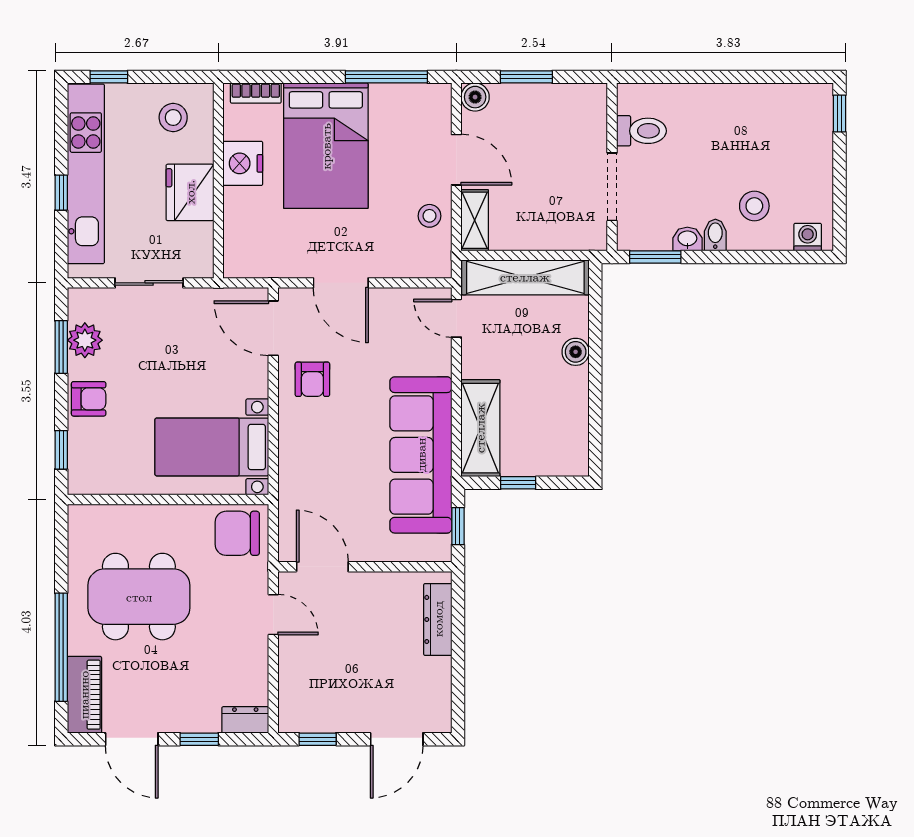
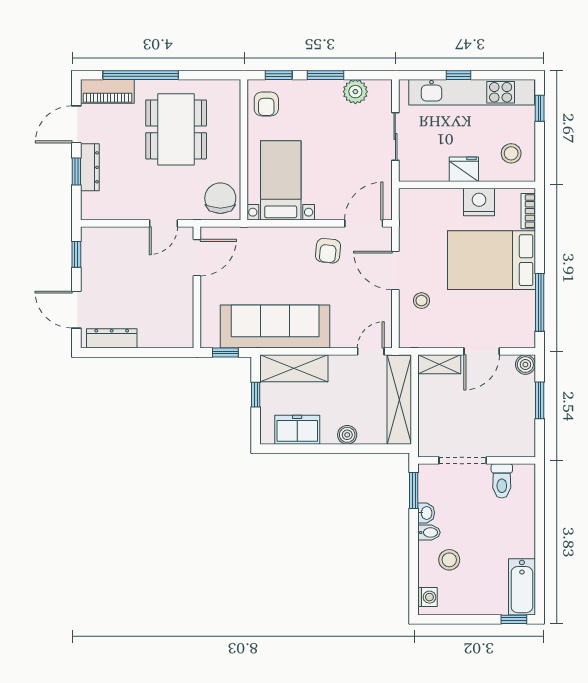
bathtub: (793, 102) -> (522, 587), added
fridge: (190, 192) -> (464, 169), width x0.73, depth x0.75
stool: (429, 216) -> (422, 301), moved
door: (341, 283) -> (395, 271), hinge flipped
window: (61, 347) -> (326, 75), moved
armchair: (312, 379) -> (328, 251), turned -84
armchair: (89, 399) -> (266, 104), moved
freezer: (568, 423) -> (297, 430), added
dresser: (438, 619) -> (112, 338), moved
dresser: (245, 720) -> (90, 167), moved, width x1.44

